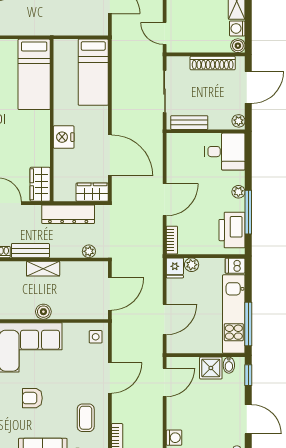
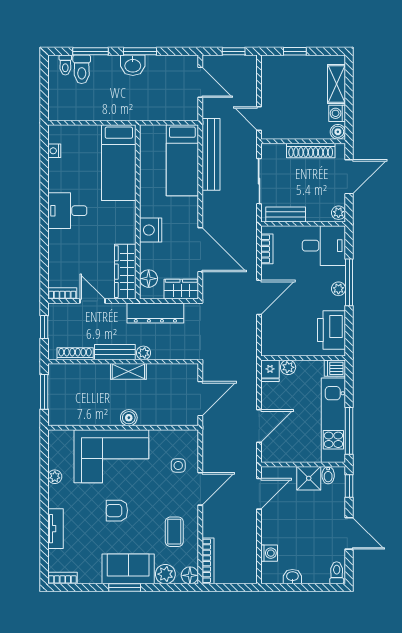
bench: (120, 67) -> (211, 154), added
floor lamp: (62, 182) -> (149, 279), added
wardrobe: (40, 184) -> (125, 272), width x1.50
window: (248, 212) -> (349, 282), moved
bookcase: (172, 240) -> (267, 249), moved
plant: (89, 251) -> (144, 353), moved
side table: (96, 337) -> (178, 466), moved

